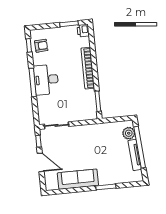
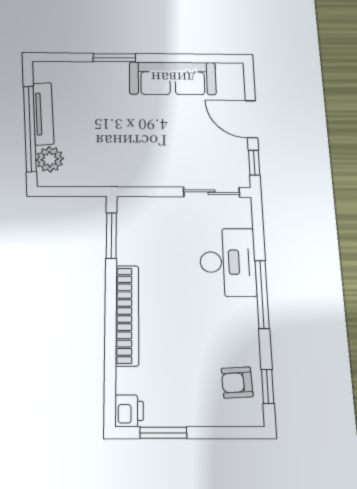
desk: (46, 80) -> (228, 262), moved

